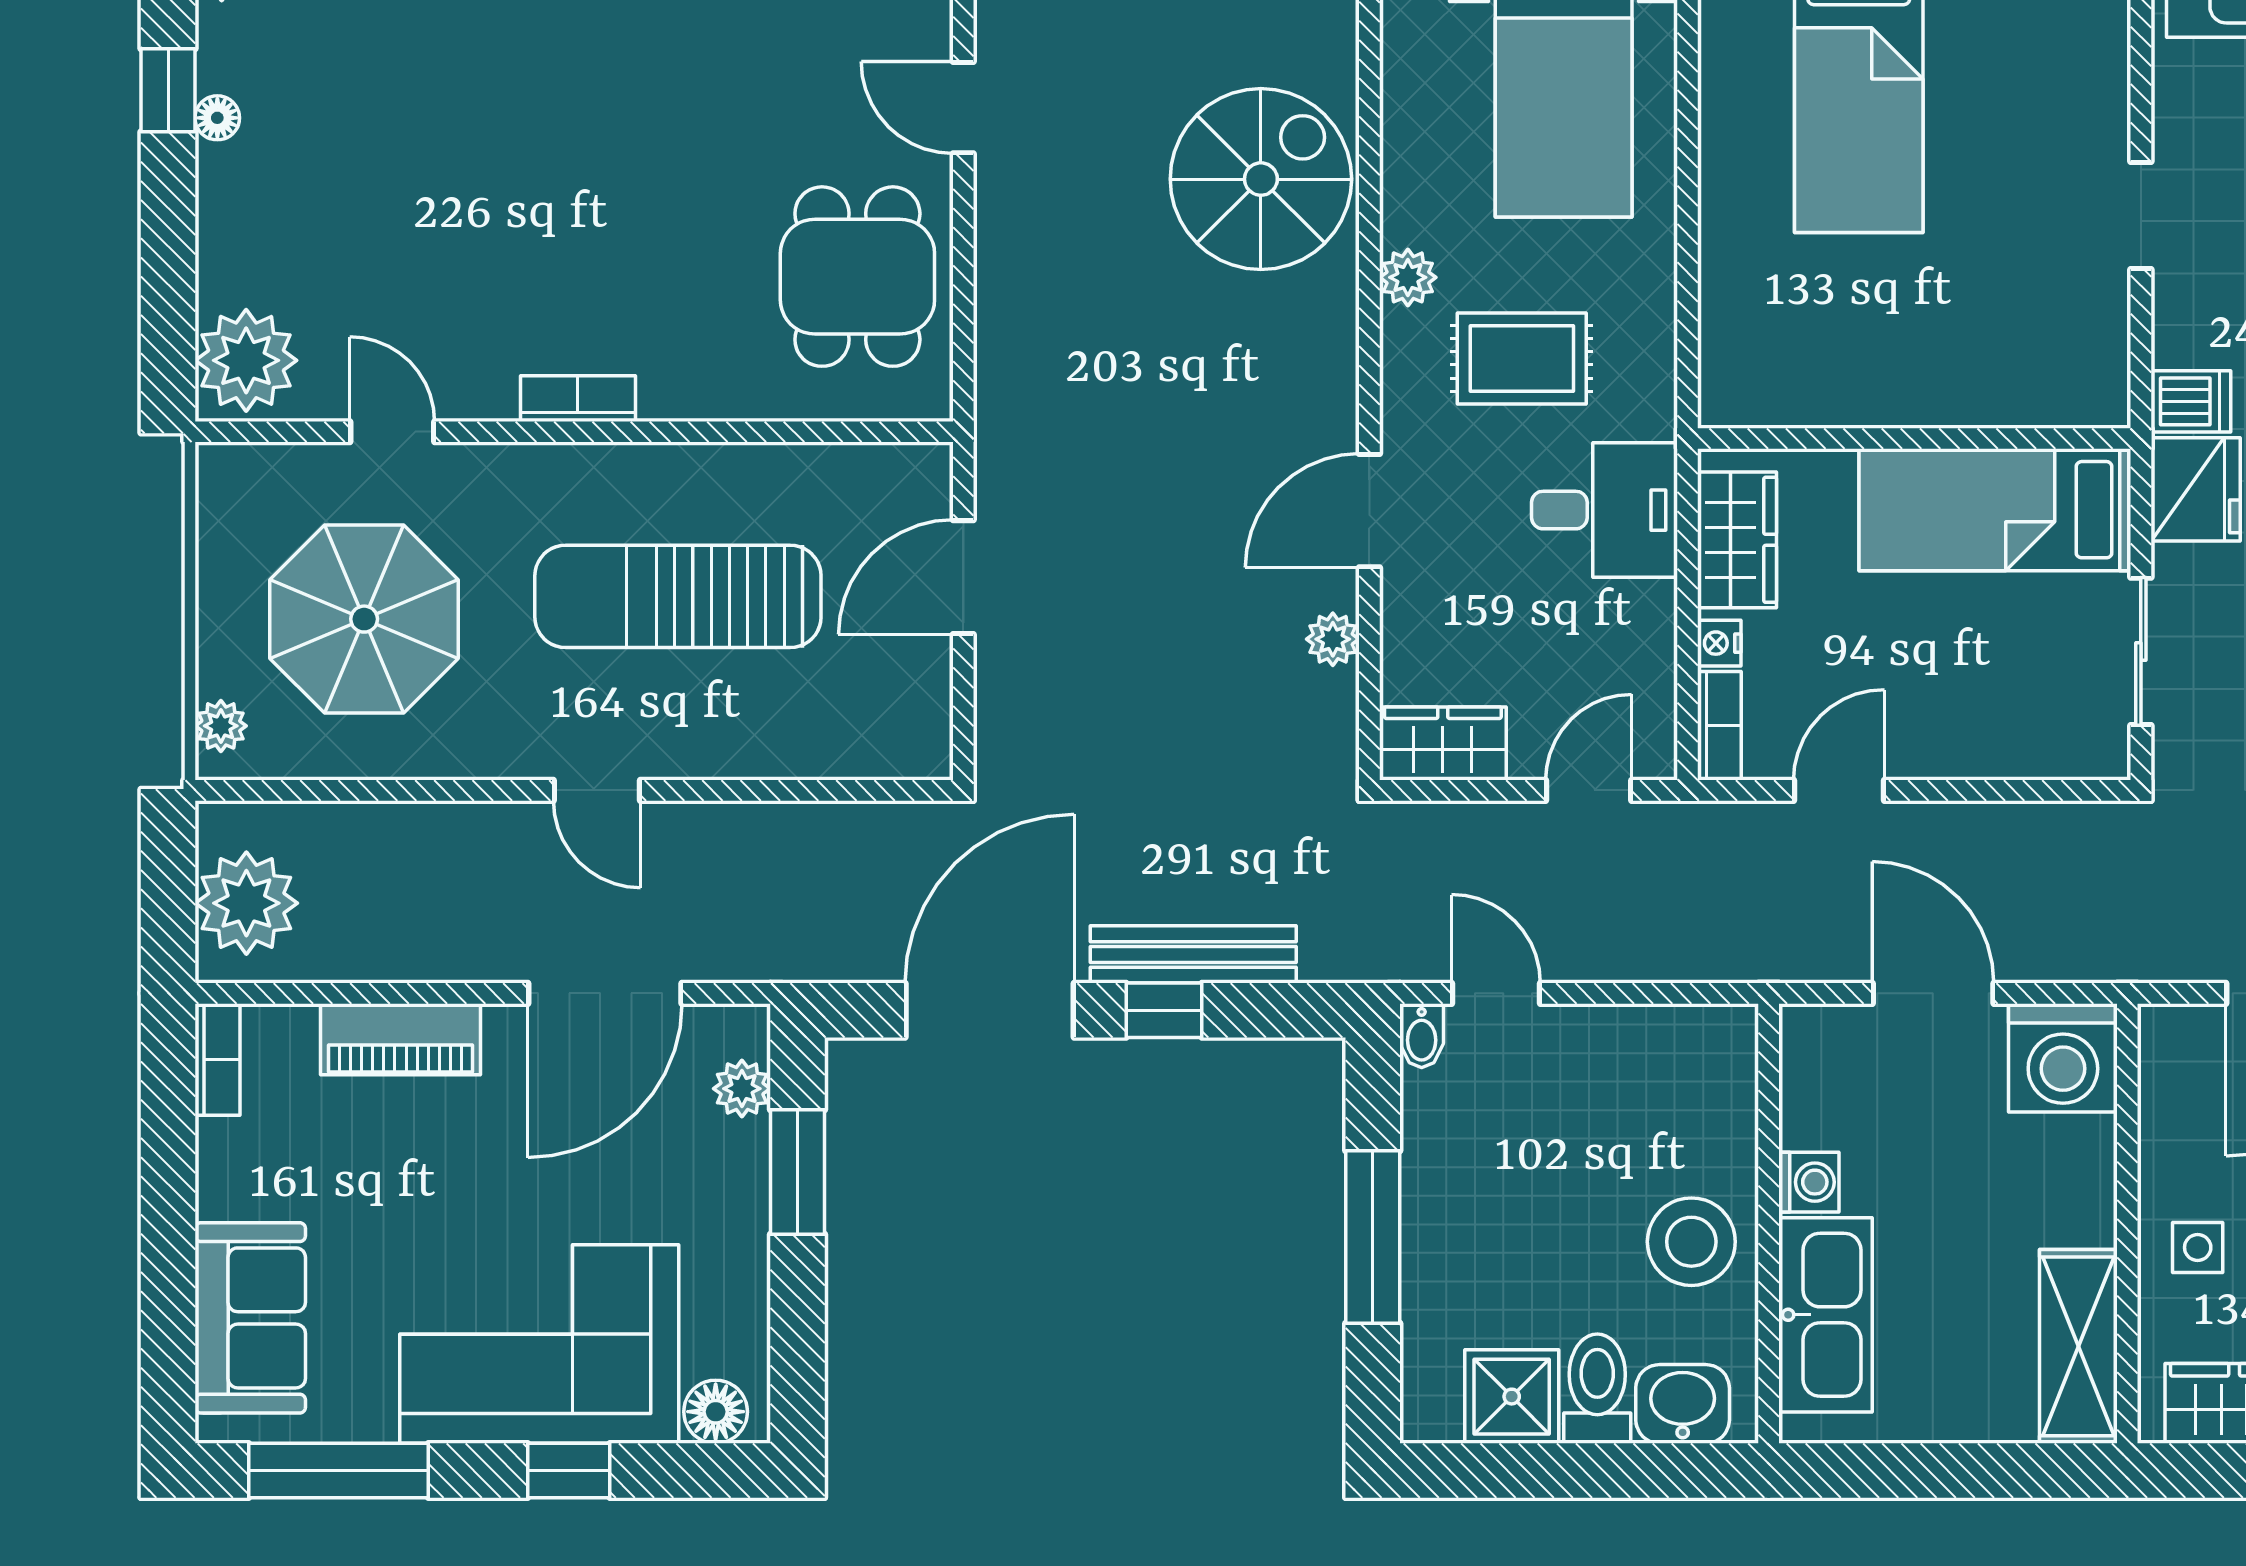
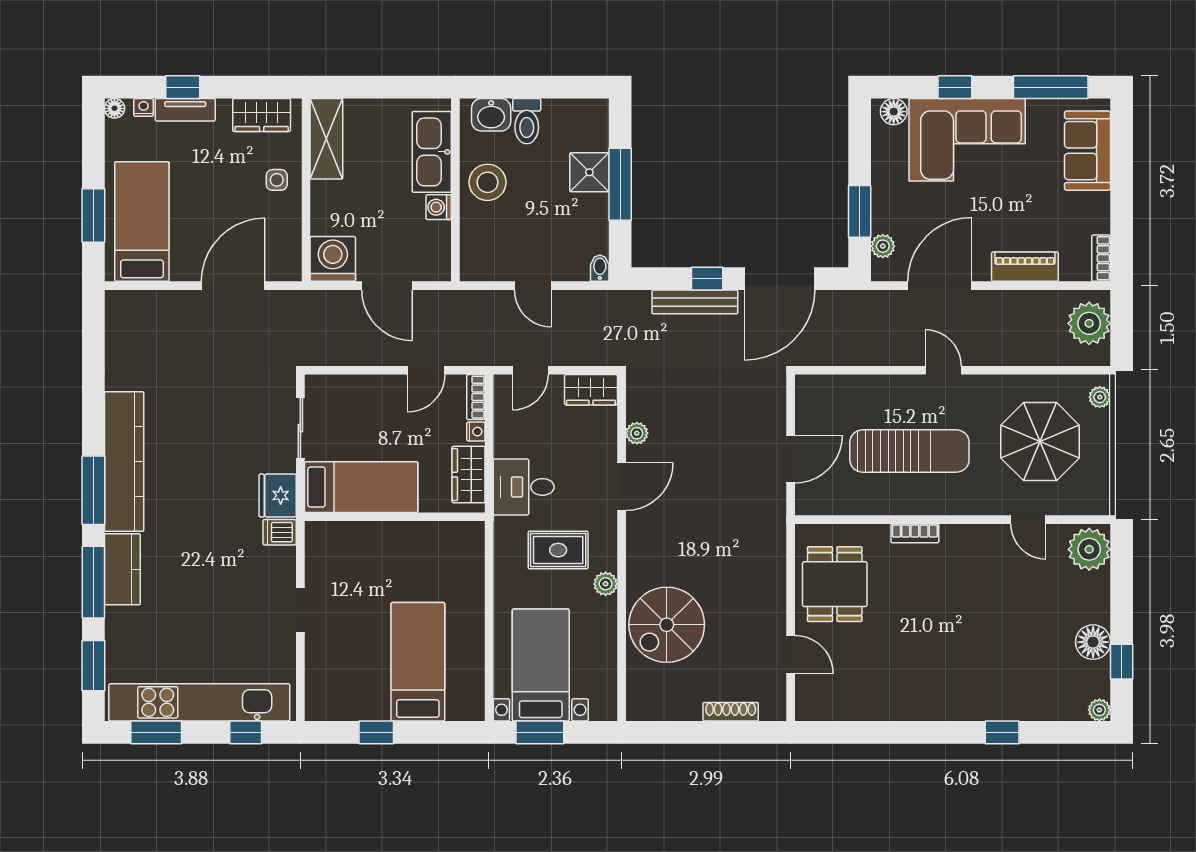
floor lamp: (217, 118) -> (1093, 642), width x1.89, depth x1.89
bookcase: (578, 399) -> (915, 533), moved
door: (1496, 993) -> (533, 286), moved
shower: (1512, 1397) -> (589, 172), moved

